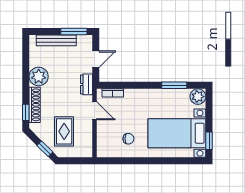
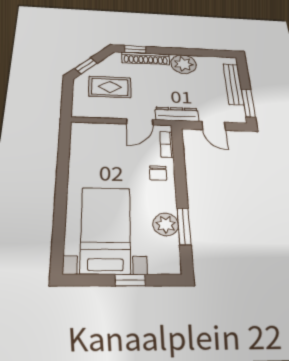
dresser: (87, 84) -> (177, 114), width x1.44
plant: (198, 97) -> (166, 224), moved
chair: (128, 139) -> (158, 173), moved
window: (209, 141) -> (130, 280), moved

